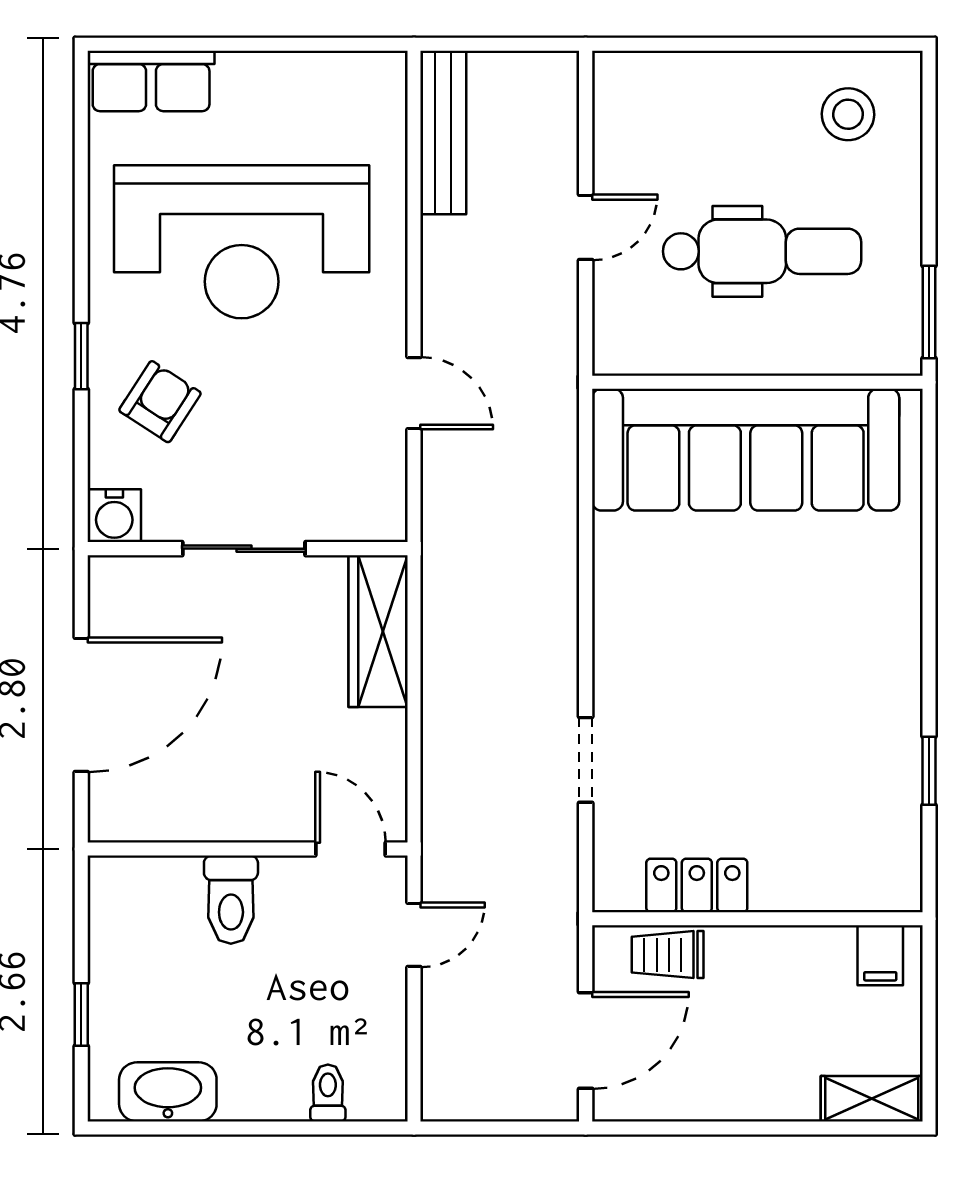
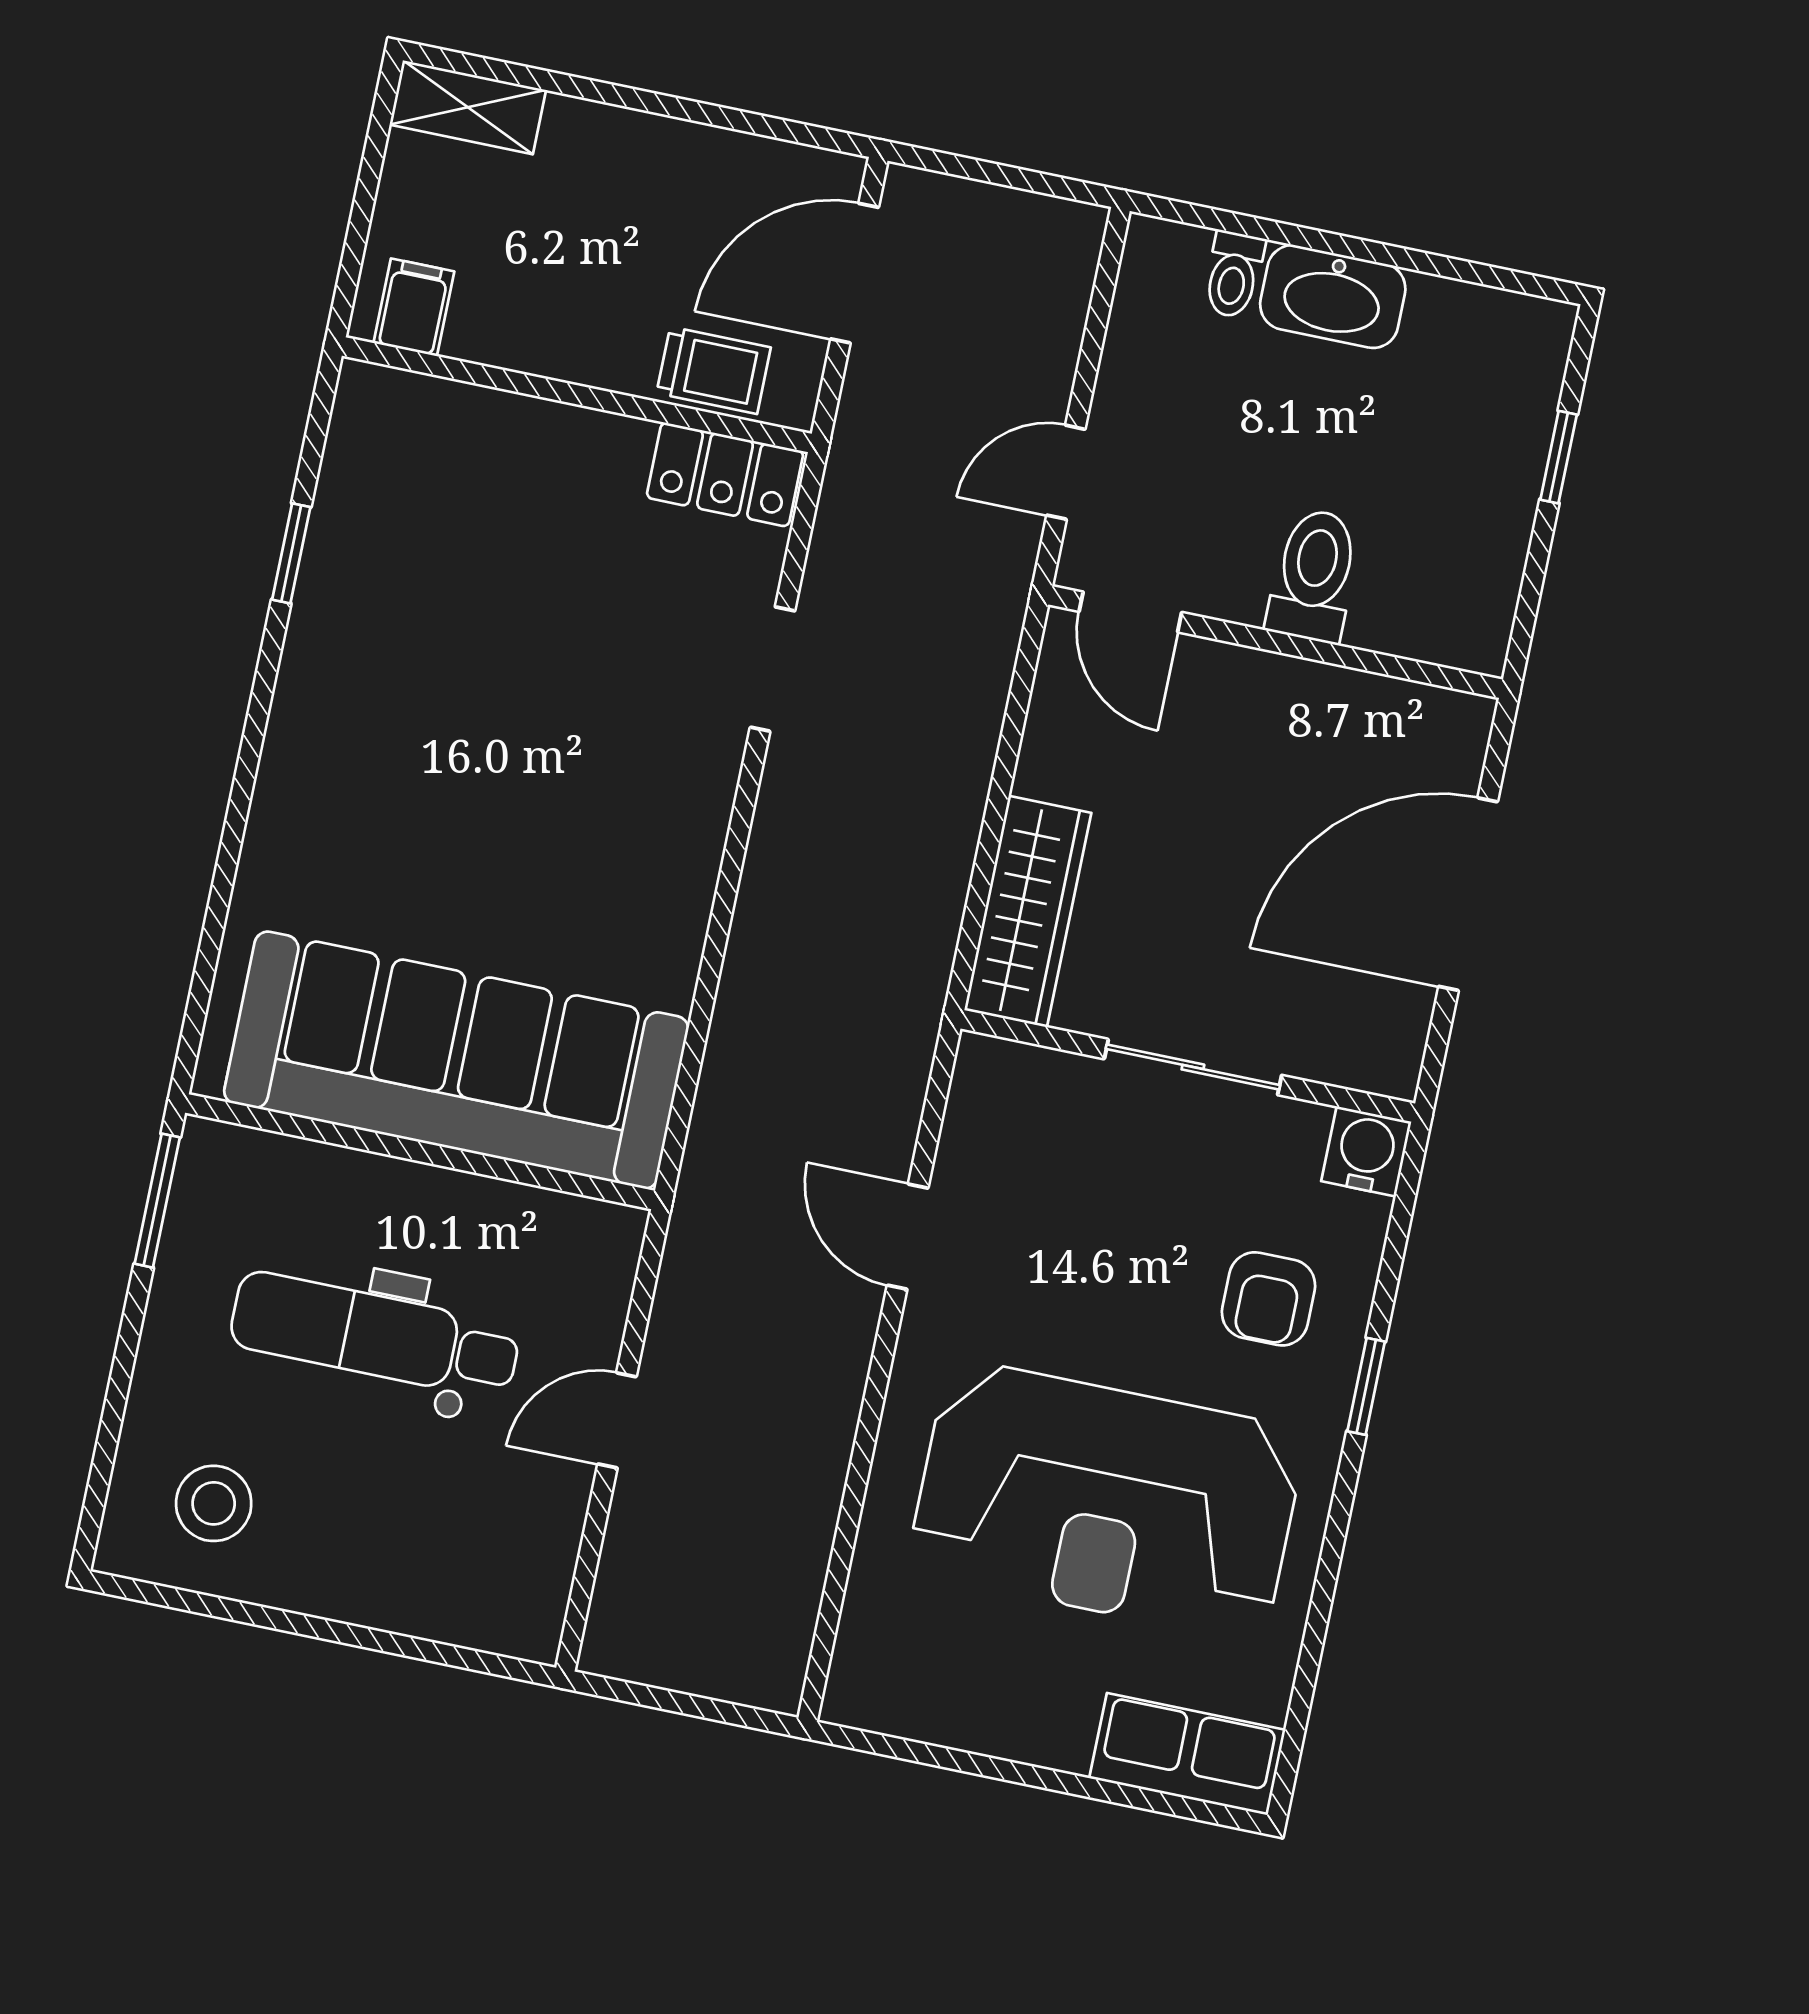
bench: (443, 133) -> (790, 1596), removed
reception desk: (242, 242) -> (1107, 1501), turned 180
armchair: (160, 402) -> (1268, 1299), turned -33
locker: (697, 885) -> (725, 474), moved
washbasin: (168, 1092) -> (1333, 297), moved

